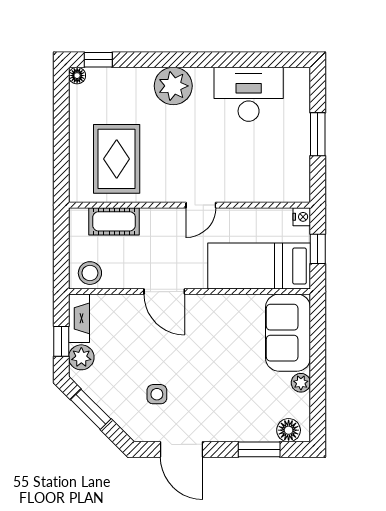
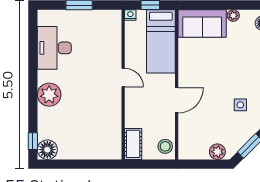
floor lamp: (77, 76) -> (47, 150), width x1.89, depth x1.89
rug: (117, 159) -> (94, 130), removed
cot: (114, 221) -> (133, 144), moved
fireplace: (79, 318) -> (193, 153), removed
window: (61, 341) -> (208, 164), removed

